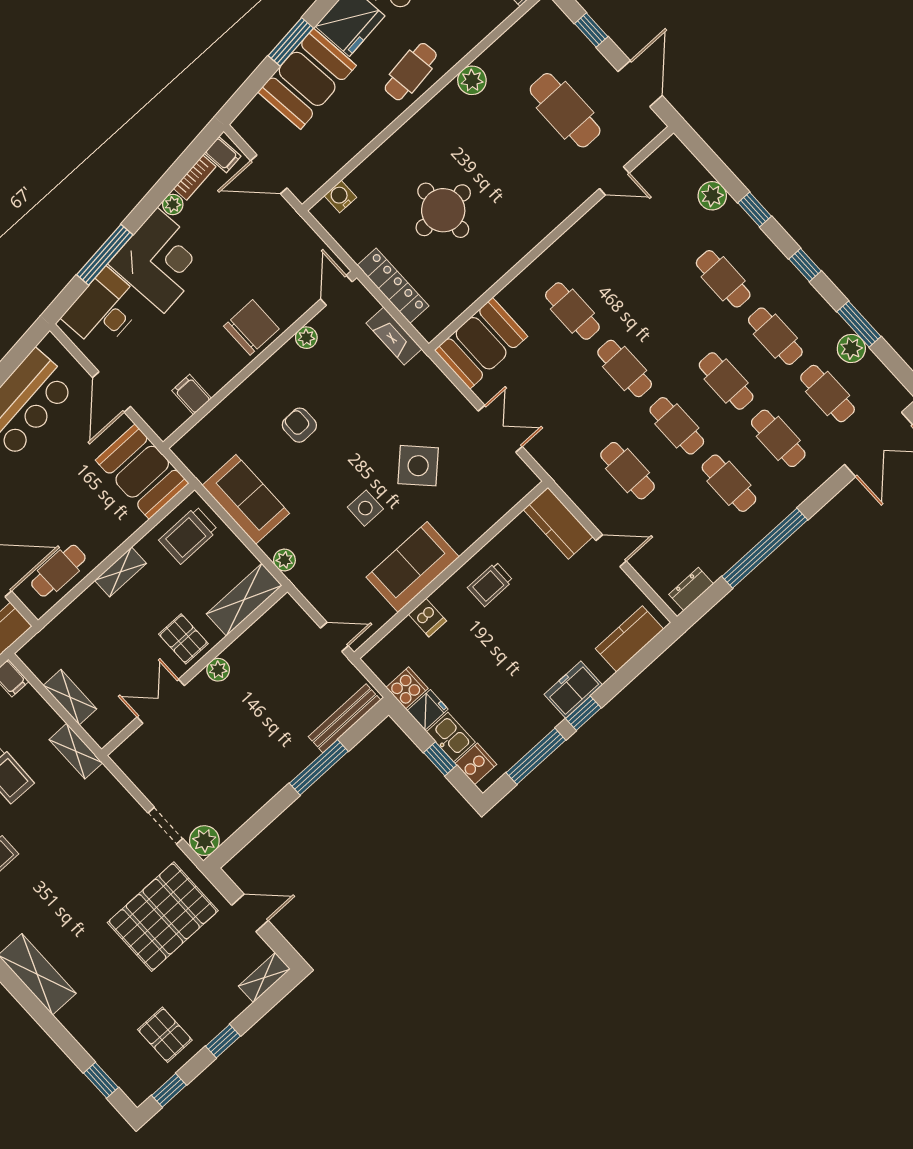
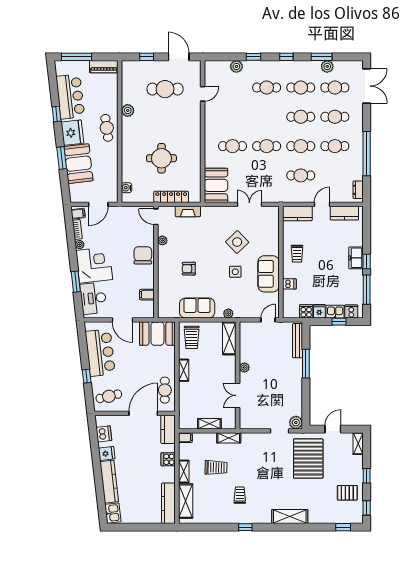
window: (105, 255) -> (76, 282), width x0.69
pallet: (183, 639) -> (224, 370), removed
kitchen counter: (630, 639) -> (344, 213), moved, turned -90

